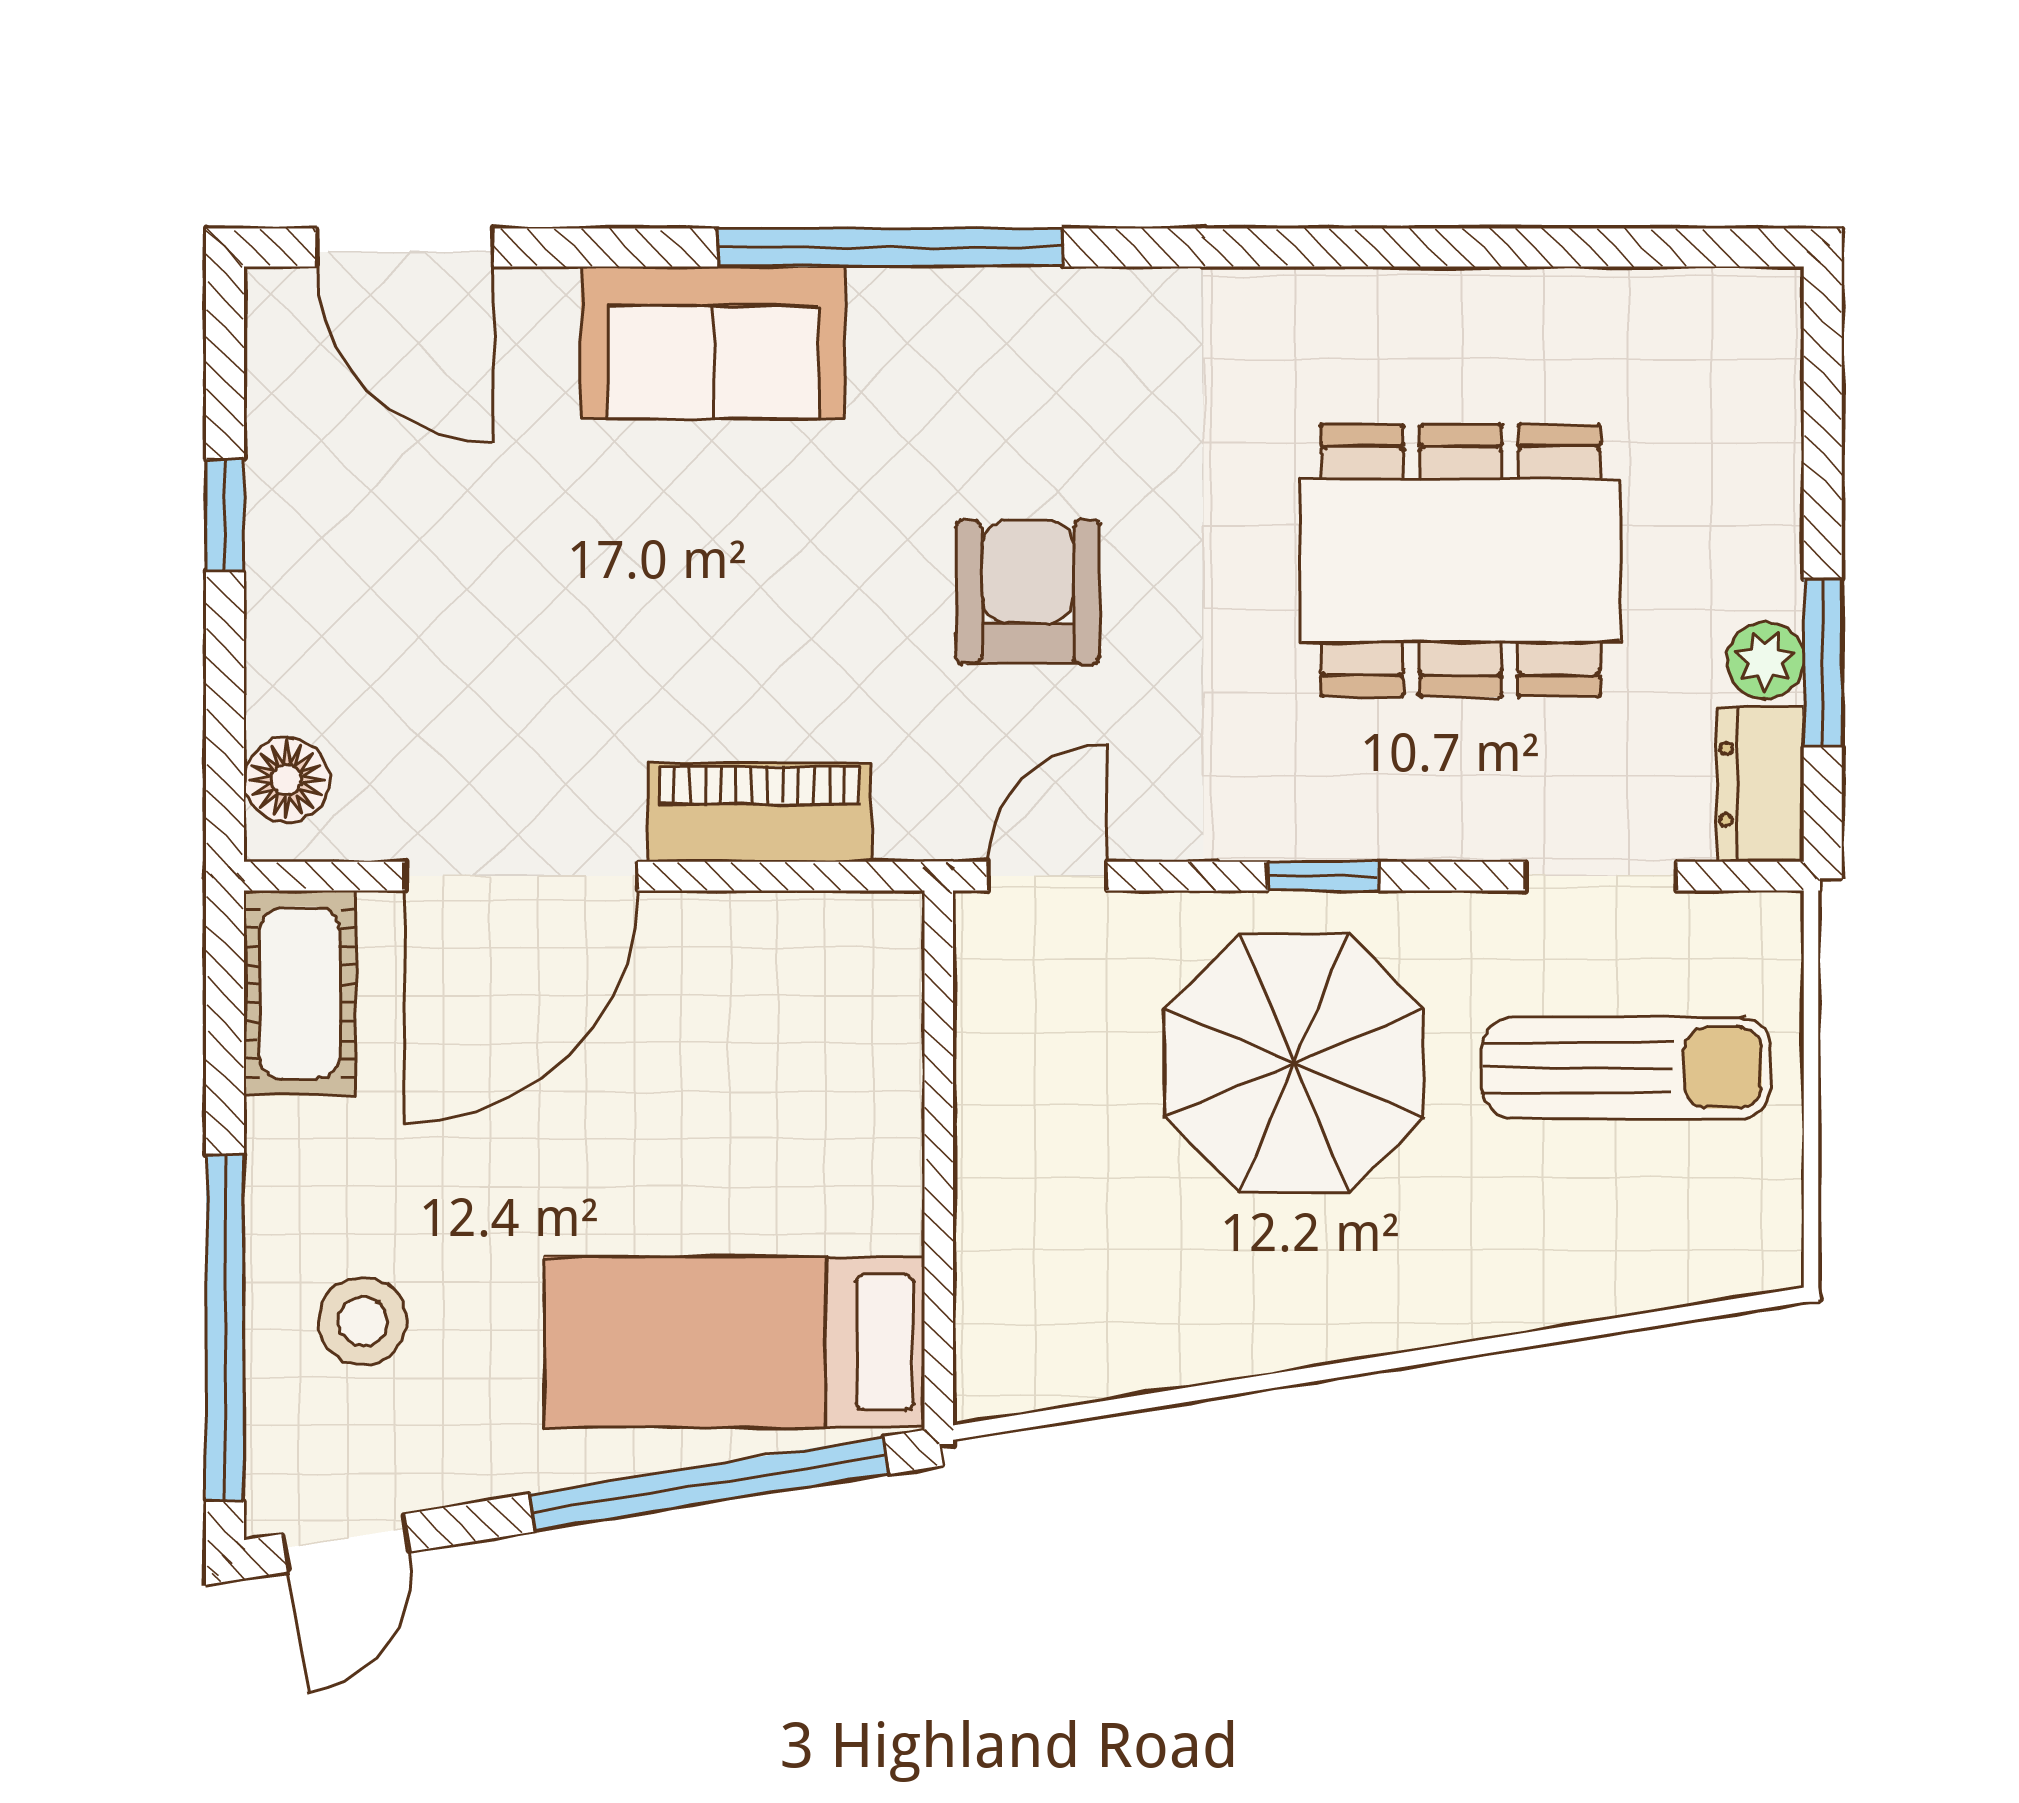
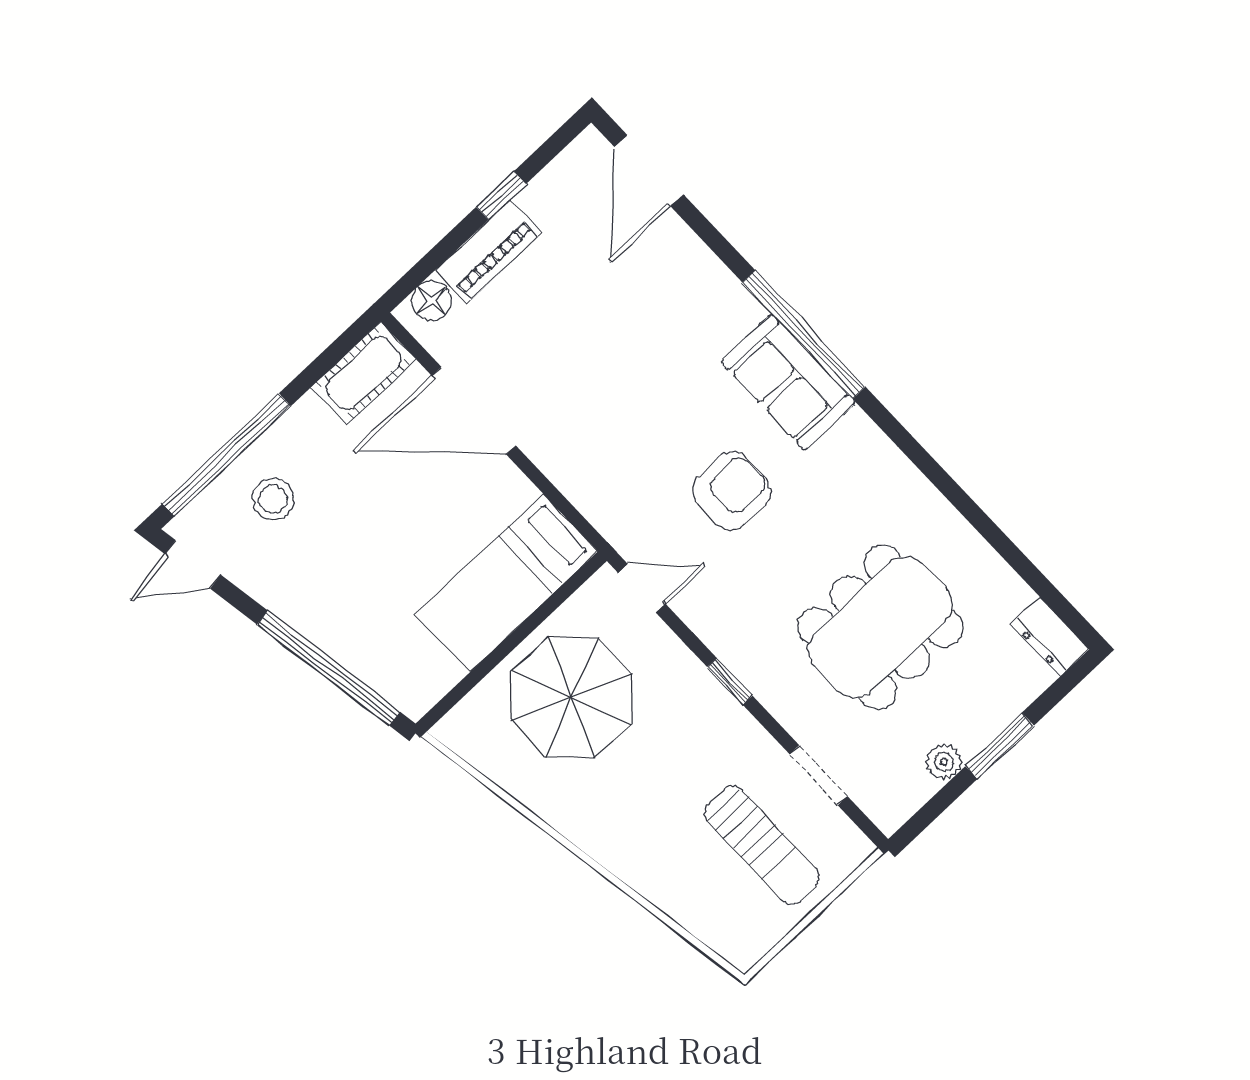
sofa: (713, 343) -> (788, 382), moved
dining table: (1461, 561) -> (880, 627), turned 90
window: (1823, 663) -> (1000, 746), moved
dresser: (1760, 784) -> (1050, 637), moved, turned -90
piano: (759, 812) -> (488, 251), moved, turned 90
parasol: (1294, 1063) -> (571, 697), moved
bed: (735, 1342) -> (506, 583), moved, turned -90

